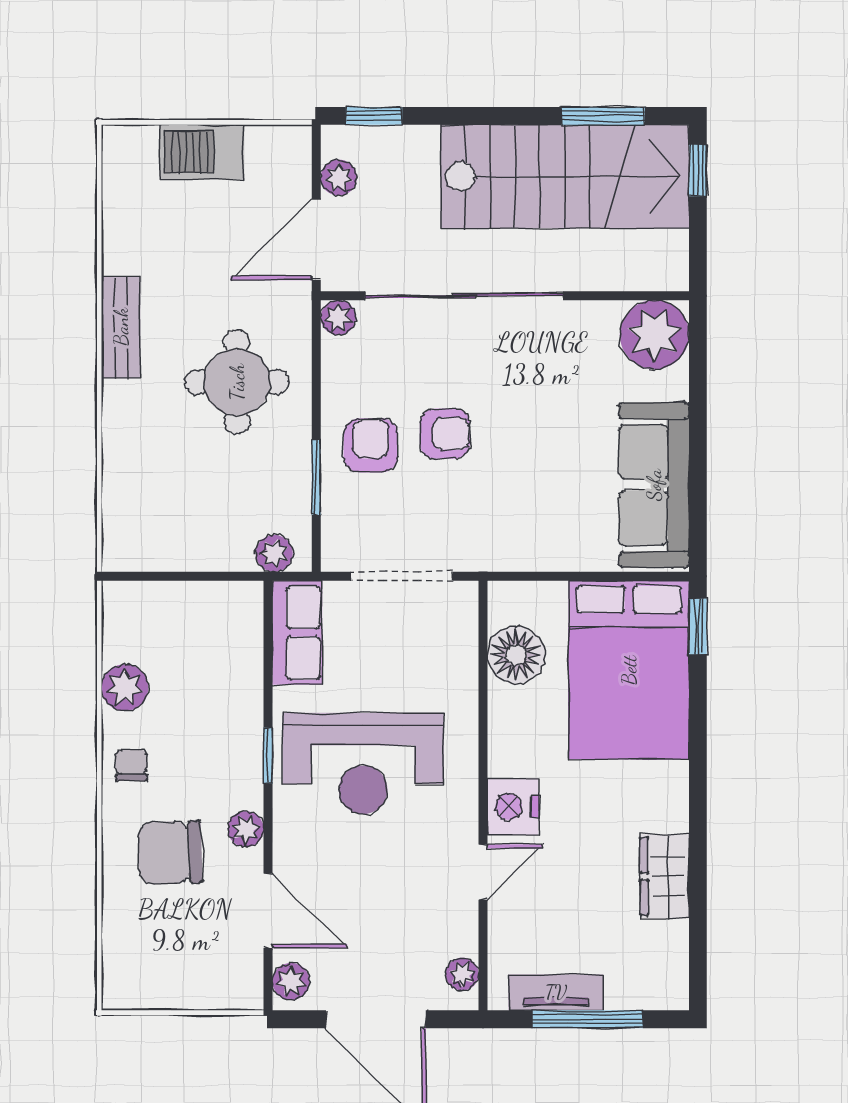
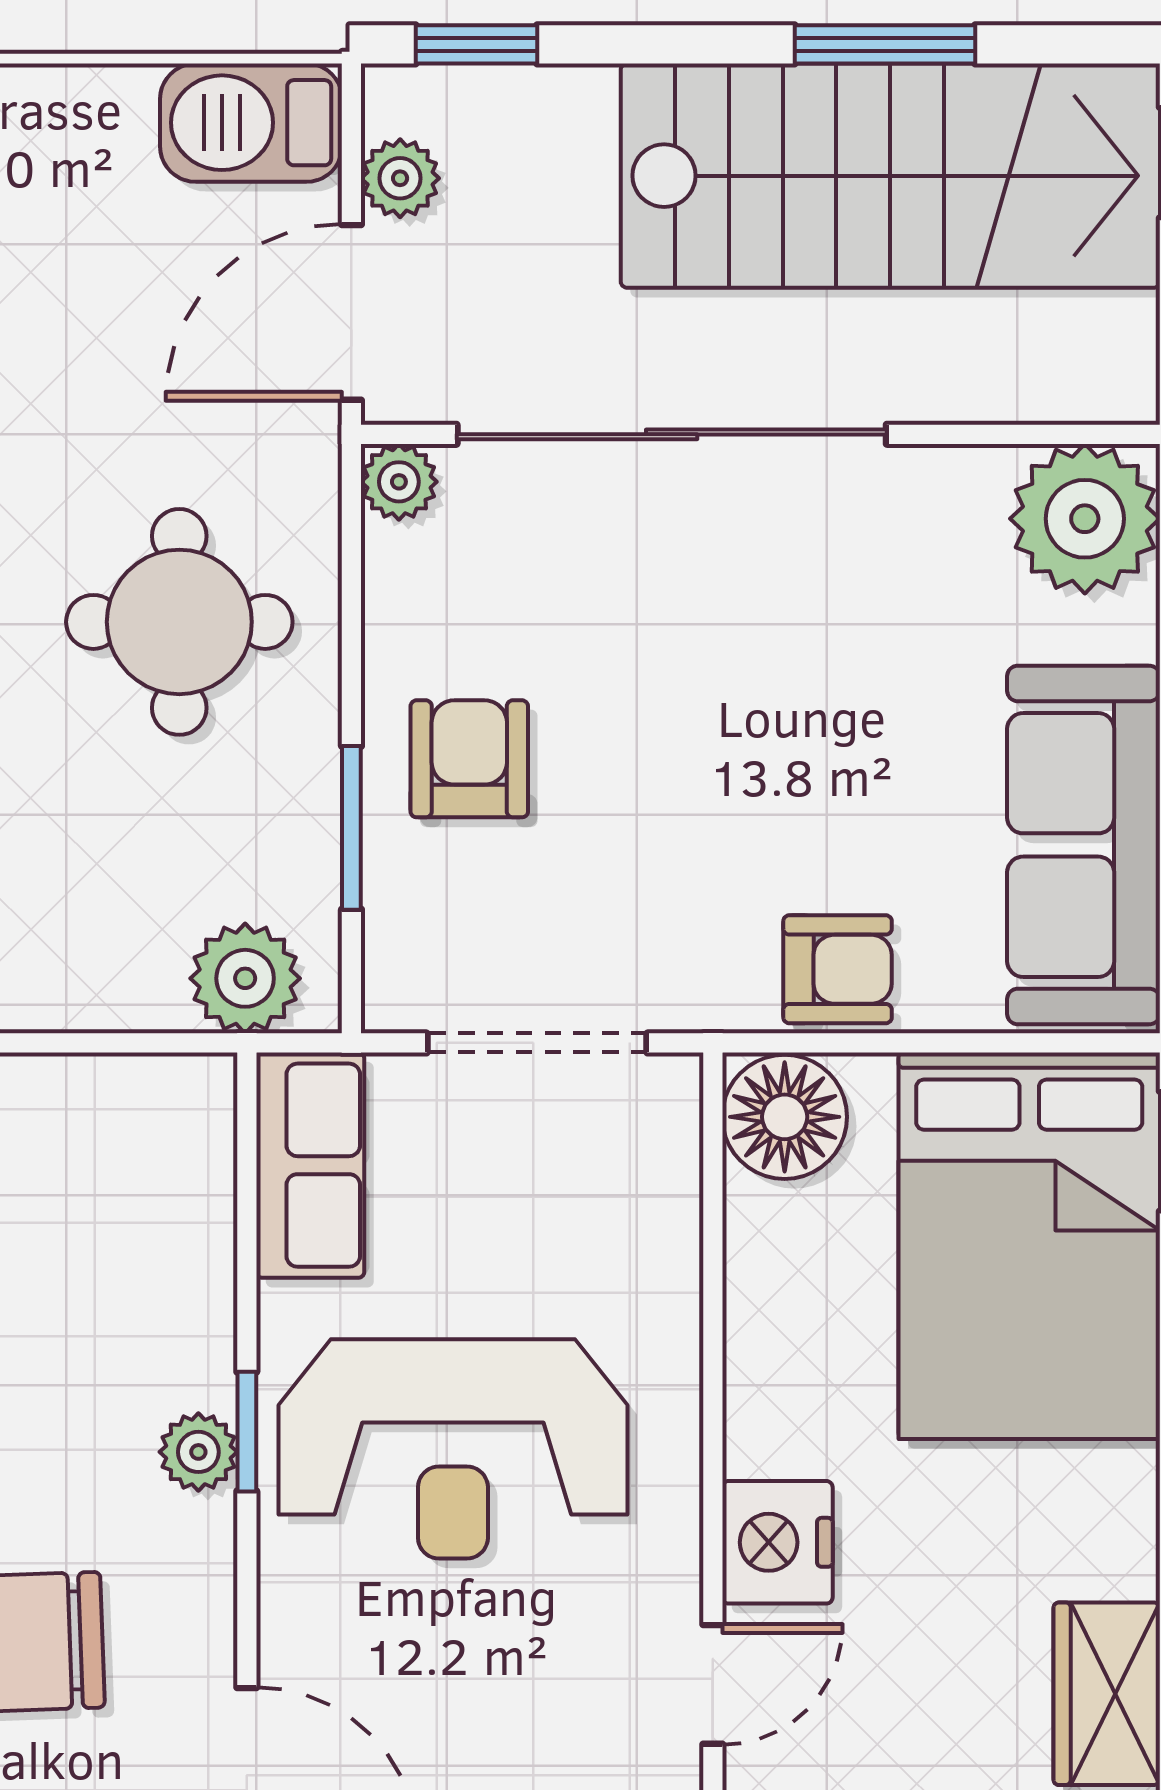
window: (603, 116) -> (885, 44), moved
barbecue: (202, 152) -> (251, 123), moved
armchair: (445, 434) -> (838, 969), moved
plant: (274, 553) -> (245, 978), width x1.38, depth x1.38
floor lamp: (516, 655) -> (785, 1117), moved
plant: (246, 829) -> (198, 1452), moved

